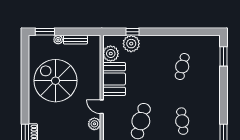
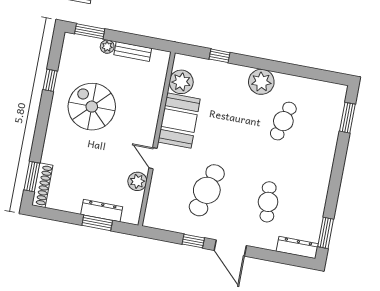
plant: (131, 44) -> (261, 82), moved
window: (25, 69) -> (50, 80), added
spiral stairs: (55, 81) -> (92, 107), width x0.73, depth x0.73

